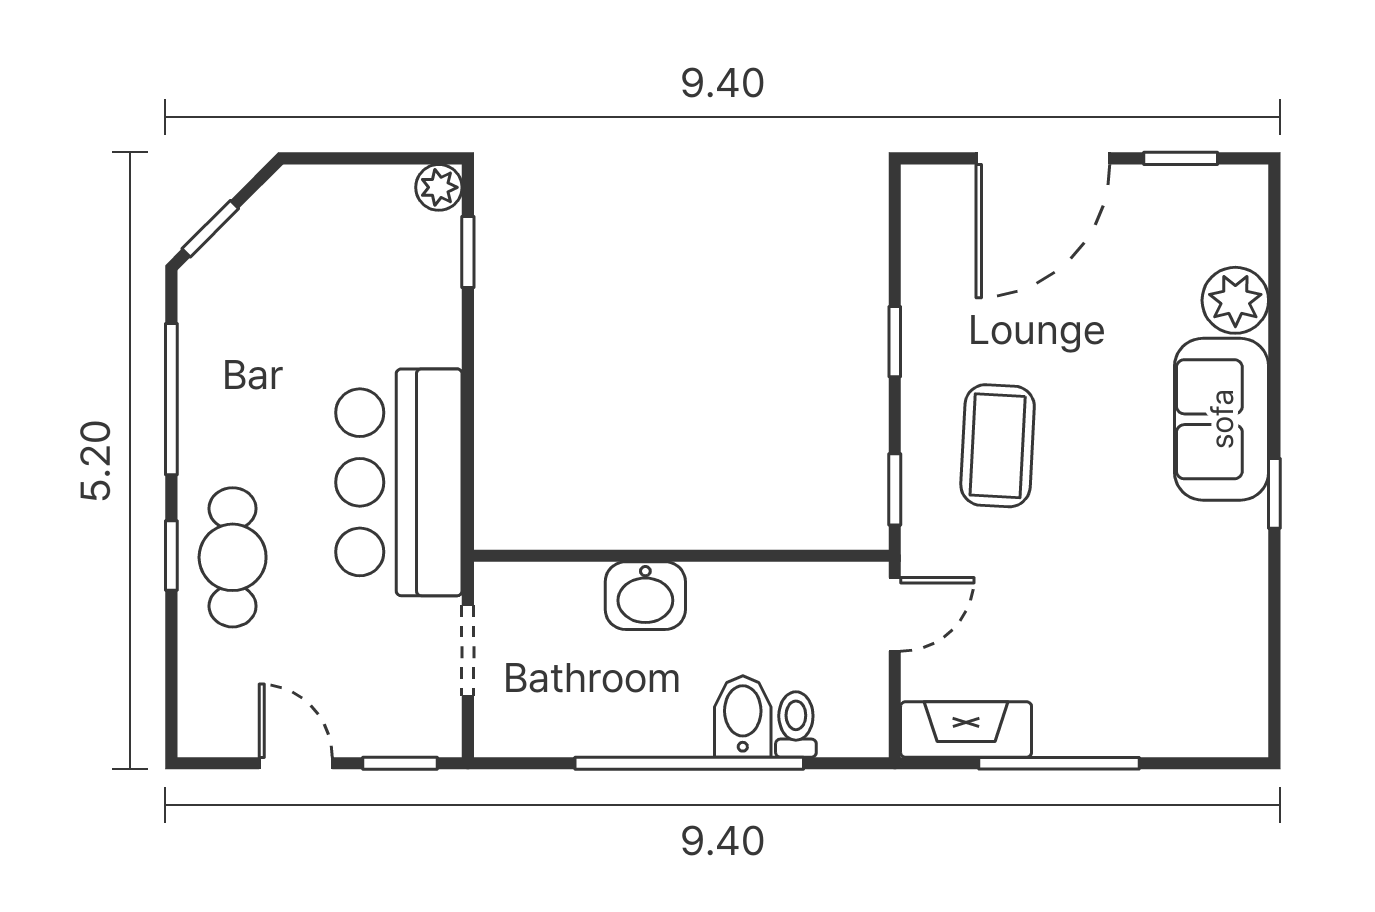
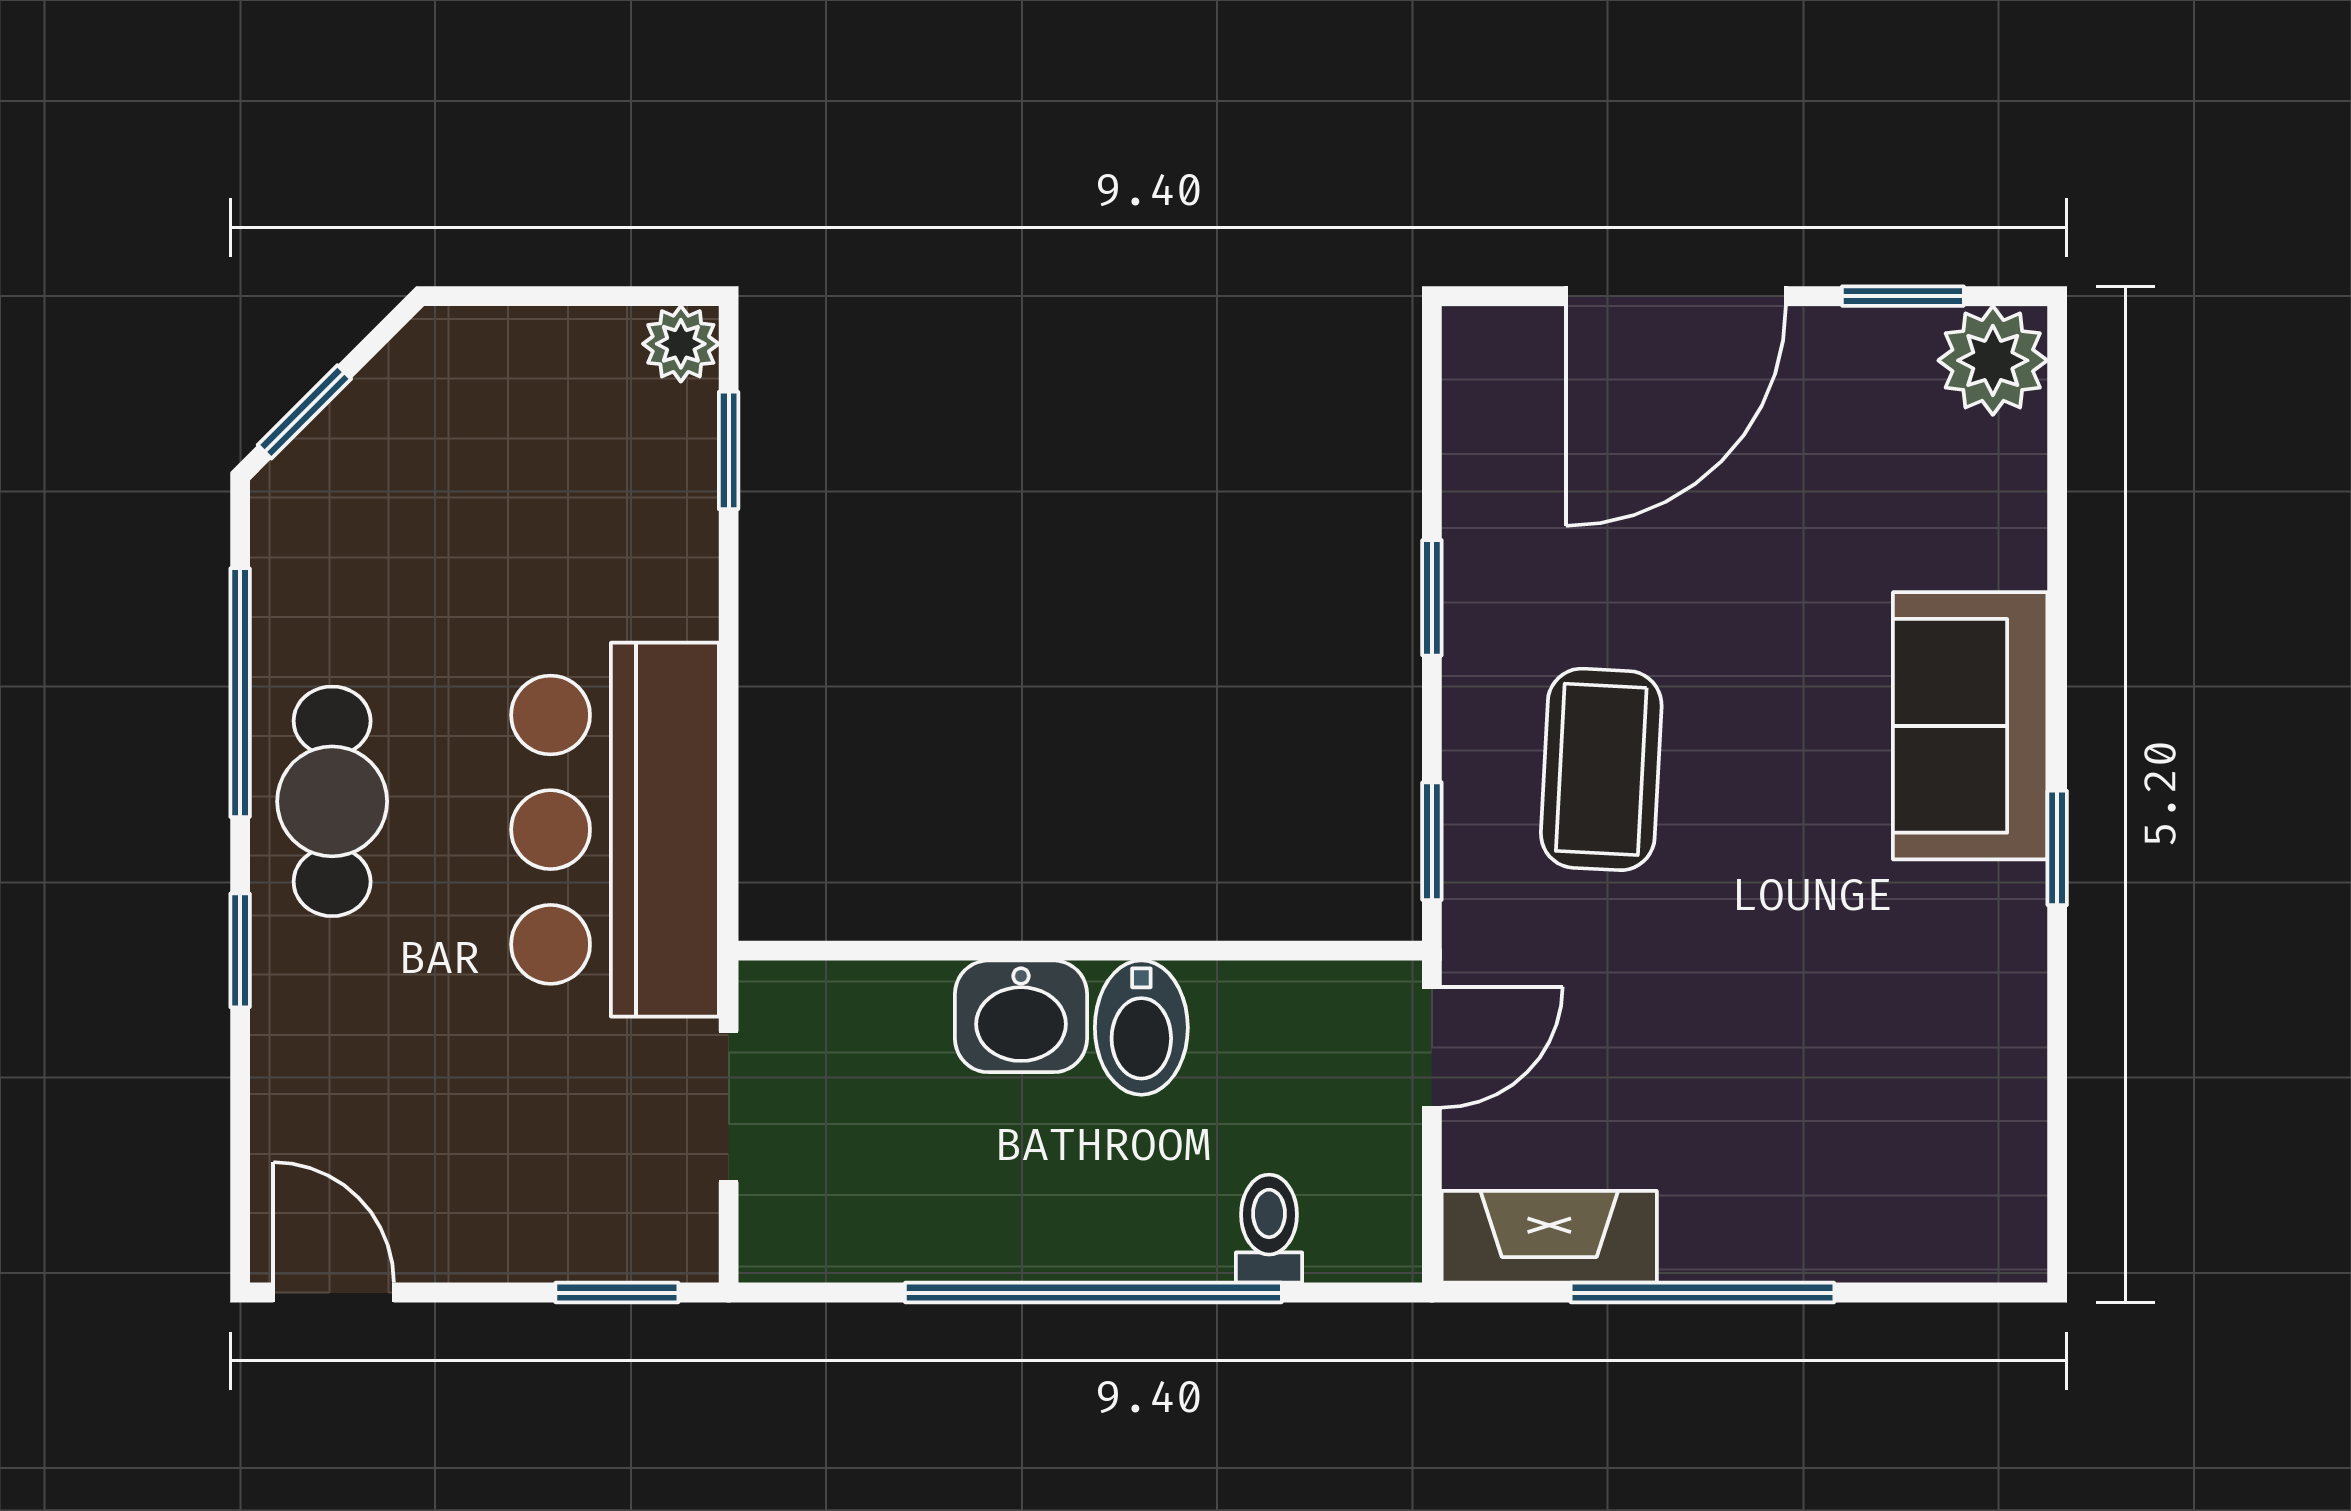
plant: (1235, 300) -> (1993, 360), moved
cafe table: (233, 557) -> (332, 801), moved
bidet: (743, 717) -> (1141, 1028), moved, turned 180
door: (296, 763) -> (334, 1293), moved

